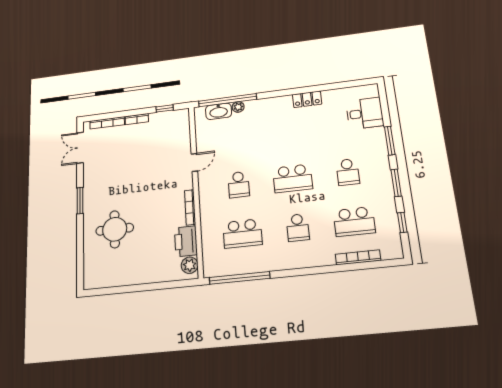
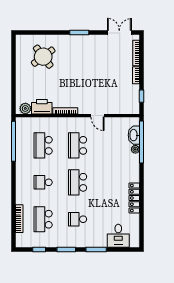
locker: (307, 99) -> (134, 198), width x1.53
school desk: (239, 185) -> (78, 145), width x1.85
round table: (115, 229) -> (43, 57), moved, turned -37

